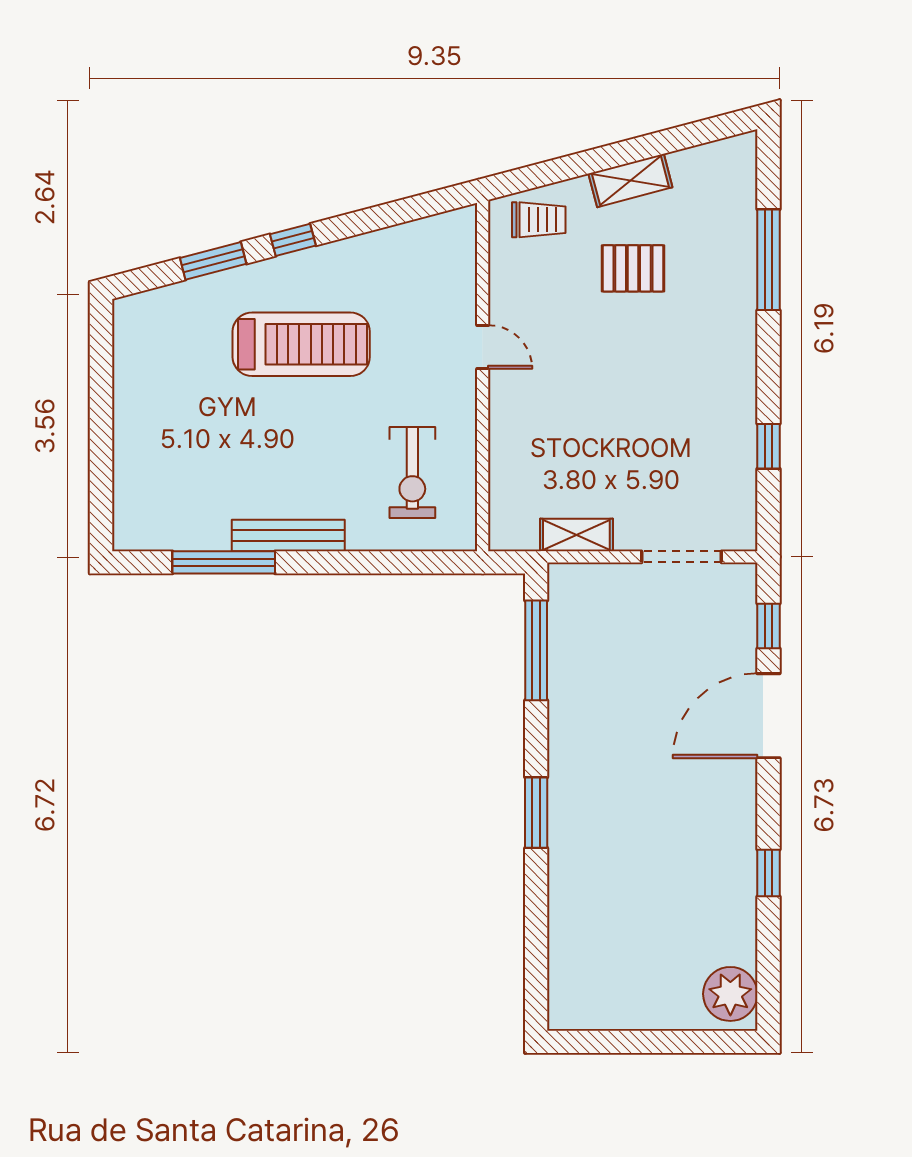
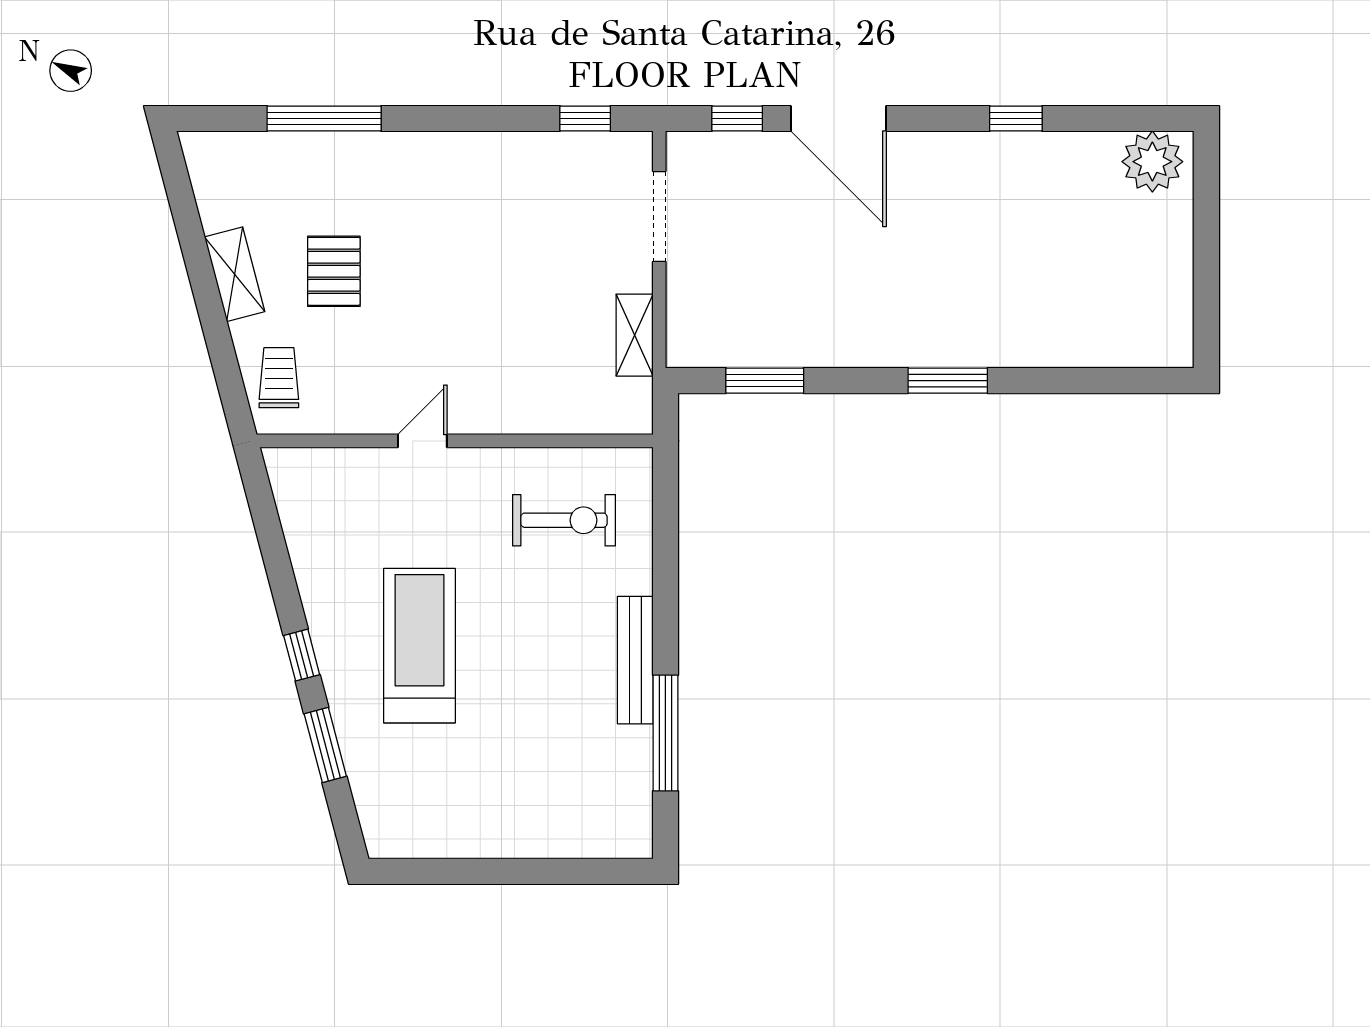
window: (768, 446) -> (585, 119), moved
window: (536, 650) -> (765, 381), width x0.69

